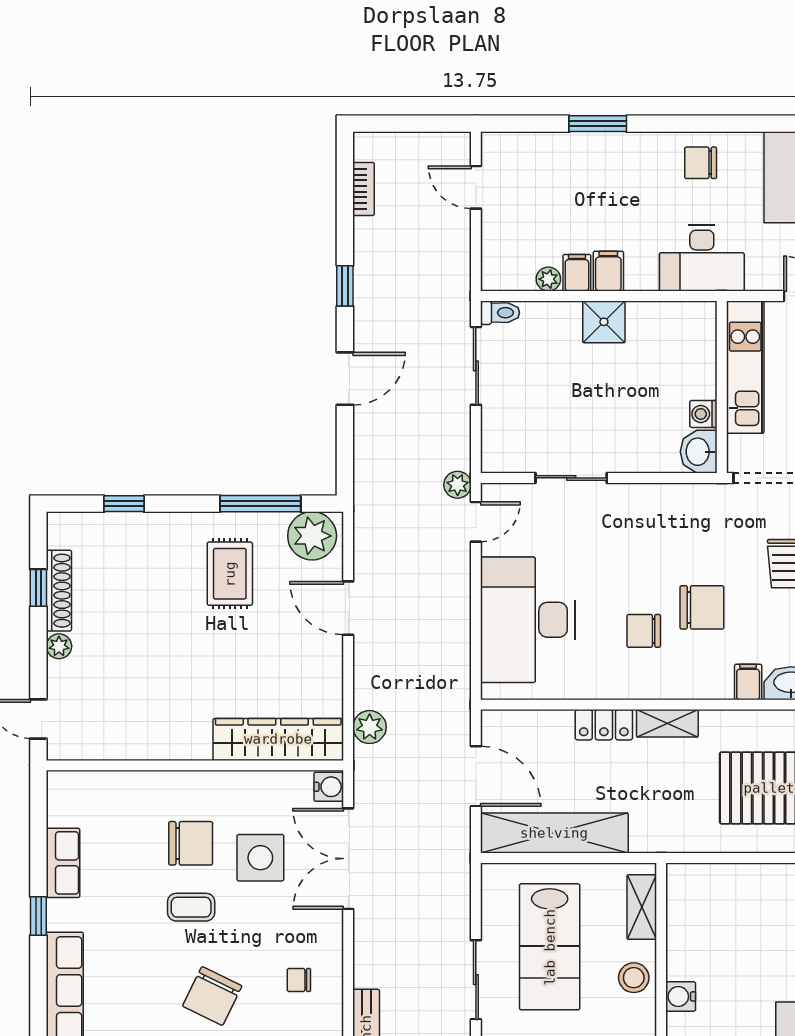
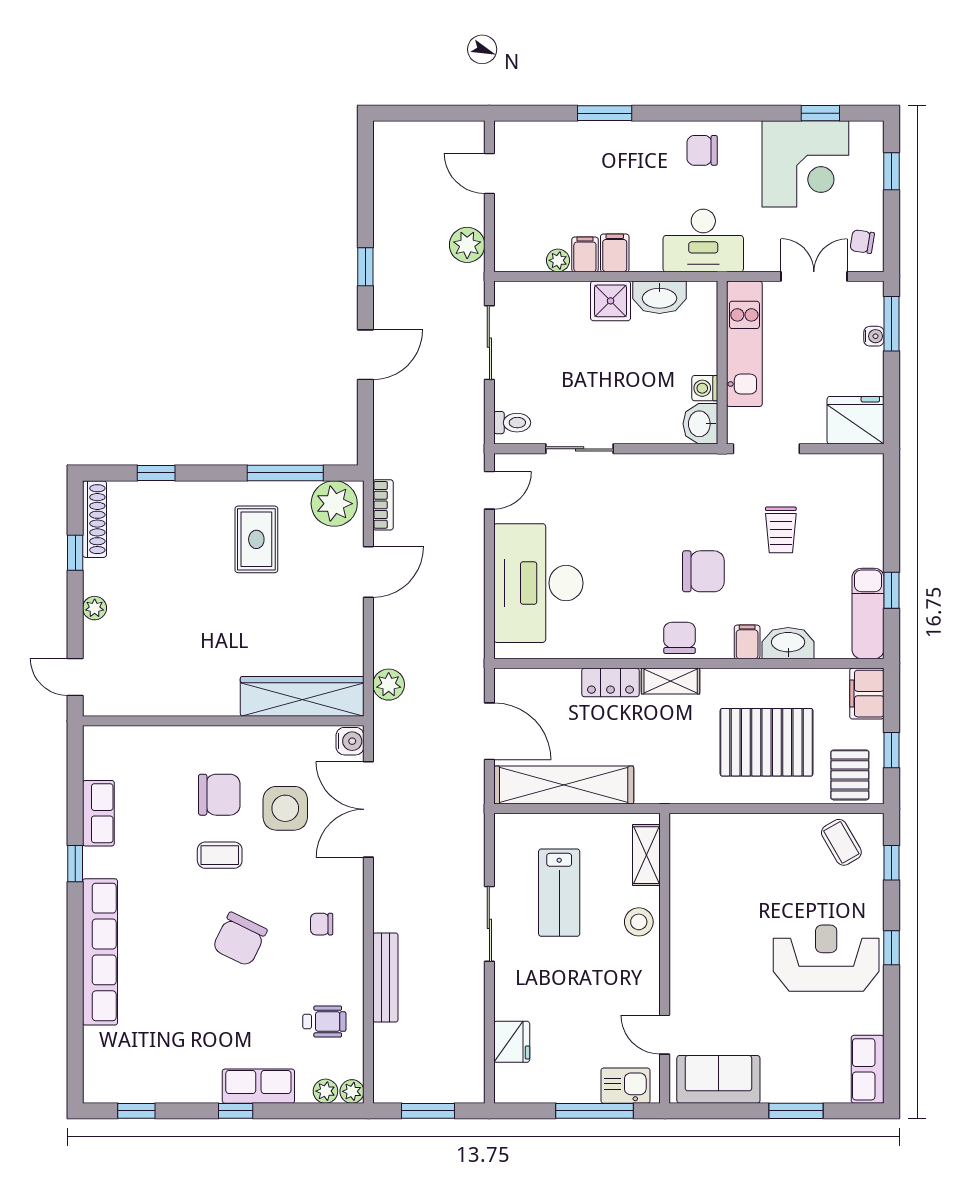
bookcase: (364, 189) -> (383, 505), moved
toilet: (500, 313) -> (512, 423), moved
washbasin: (656, 318) -> (659, 297), added
plant: (458, 485) -> (467, 245), moved, width x1.38, depth x1.38
shoe rack: (59, 591) -> (95, 519), moved
door: (348, 608) -> (368, 572), swing flipped
chair: (644, 631) -> (680, 638), moved, turned 90
lab bench: (550, 947) -> (559, 893), width x0.73, depth x0.72
water cooler: (681, 996) -> (683, 940), removed

